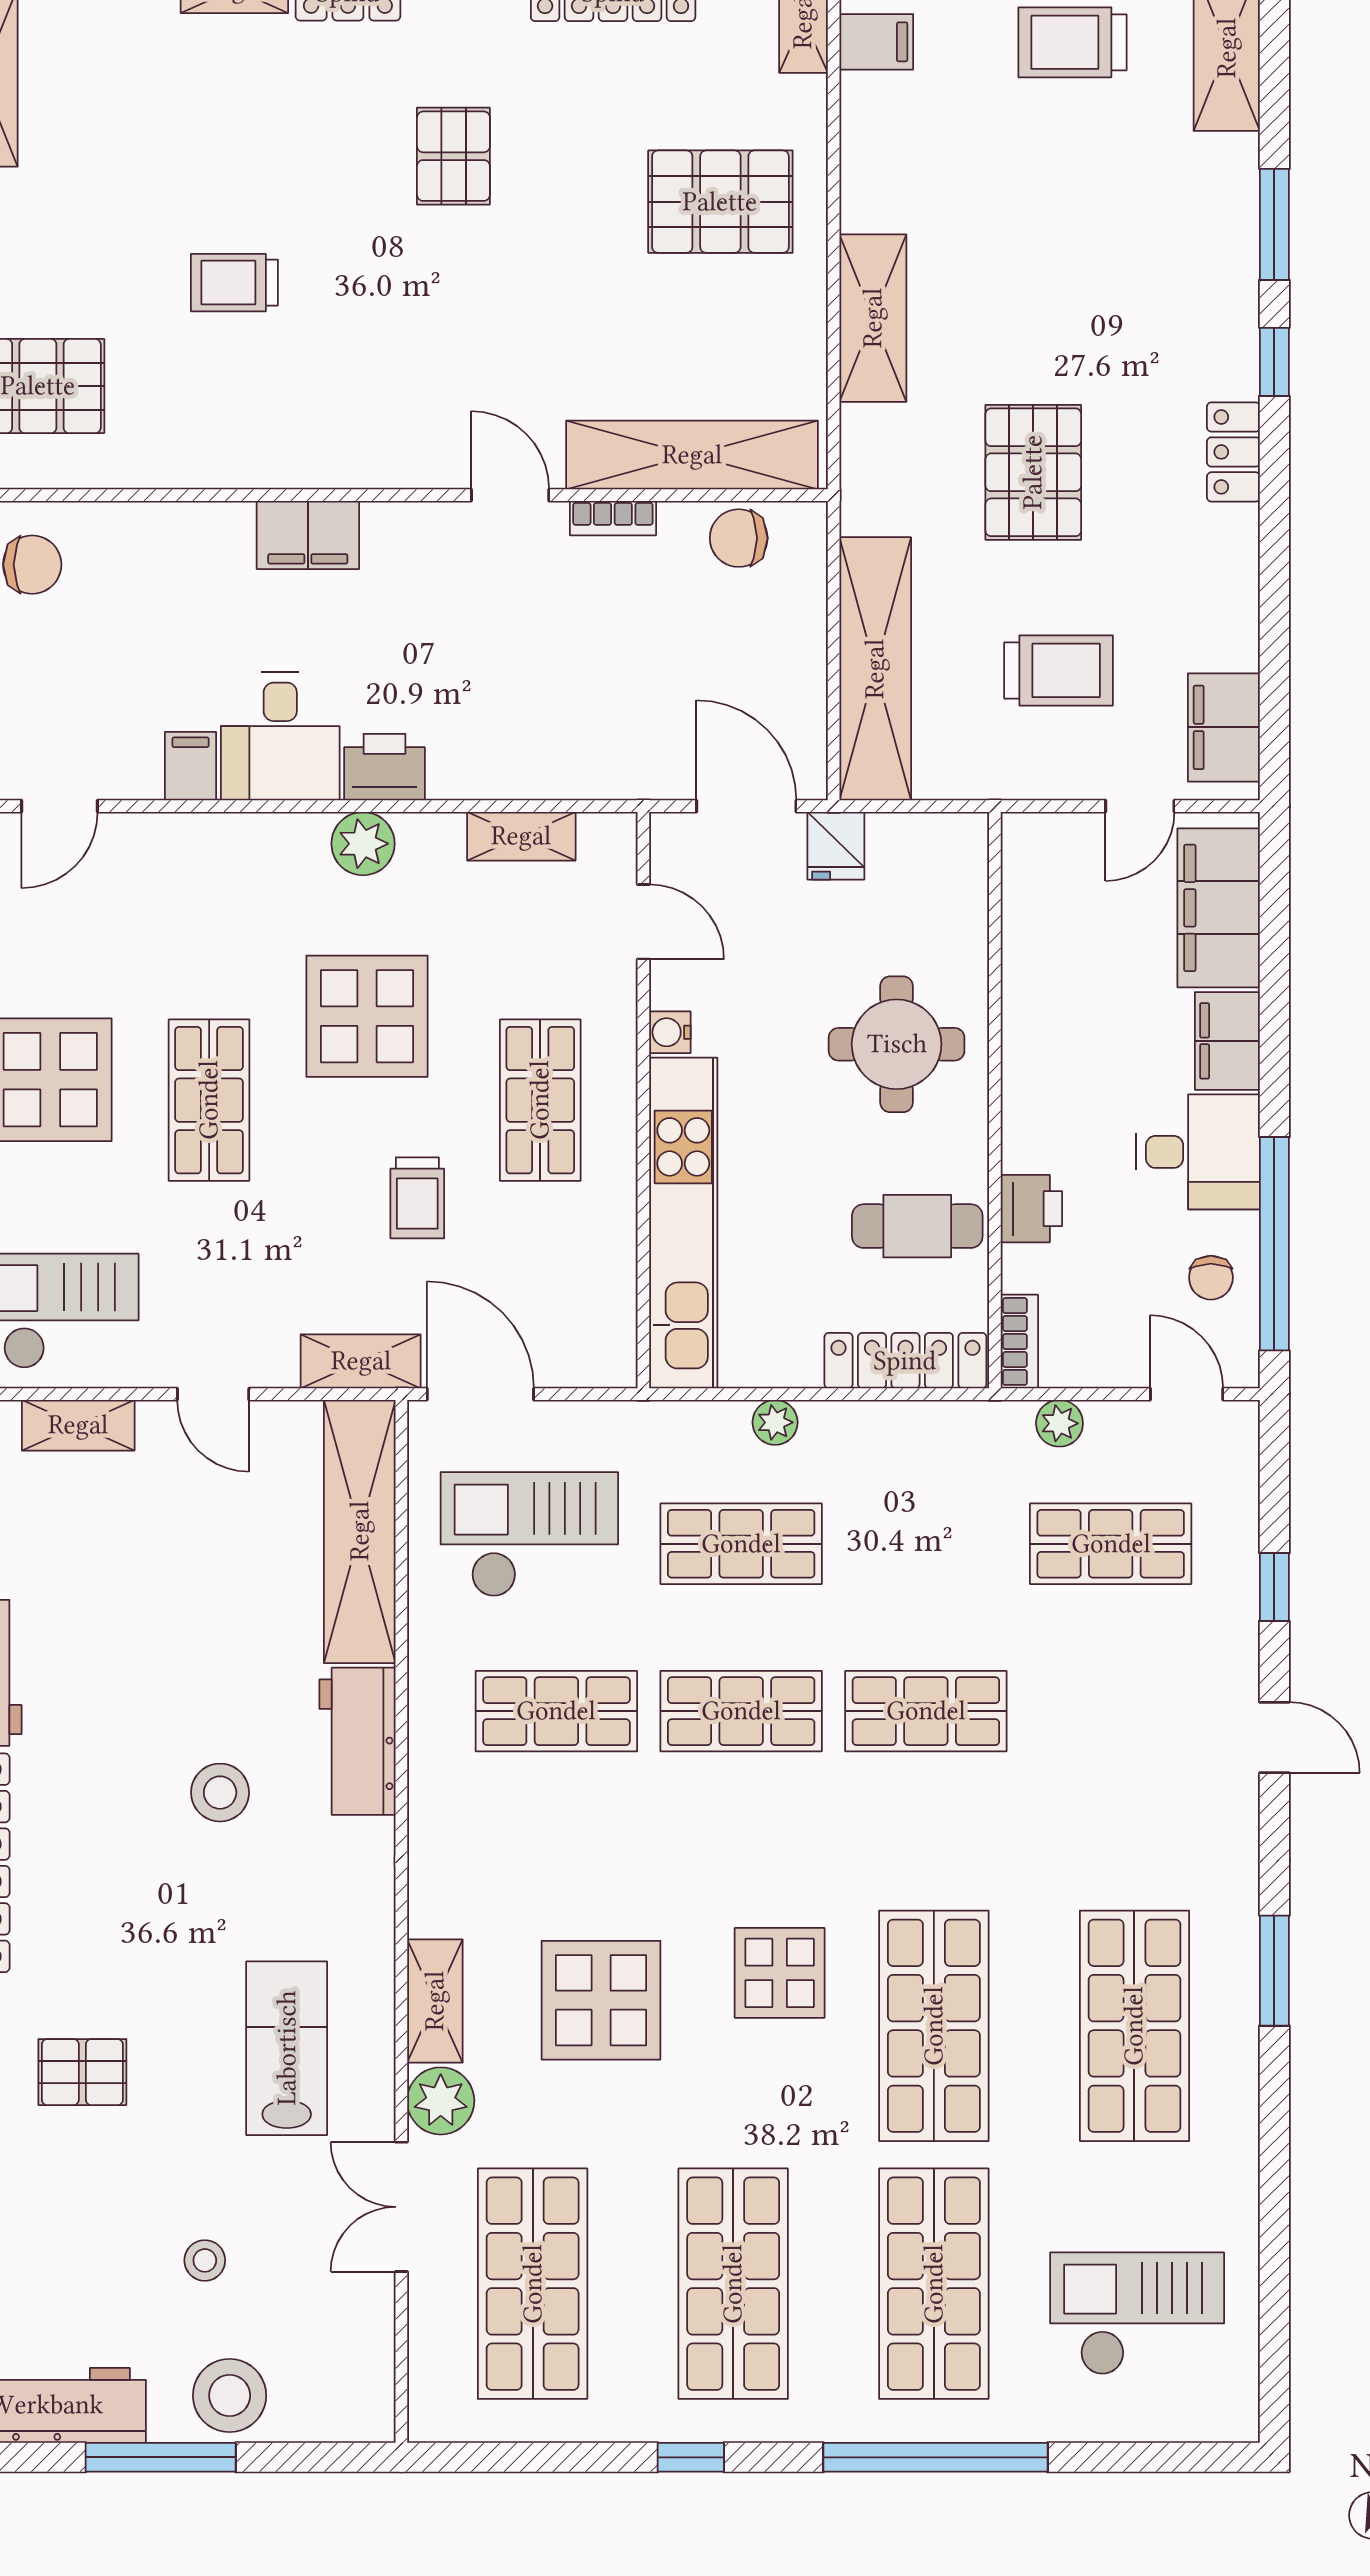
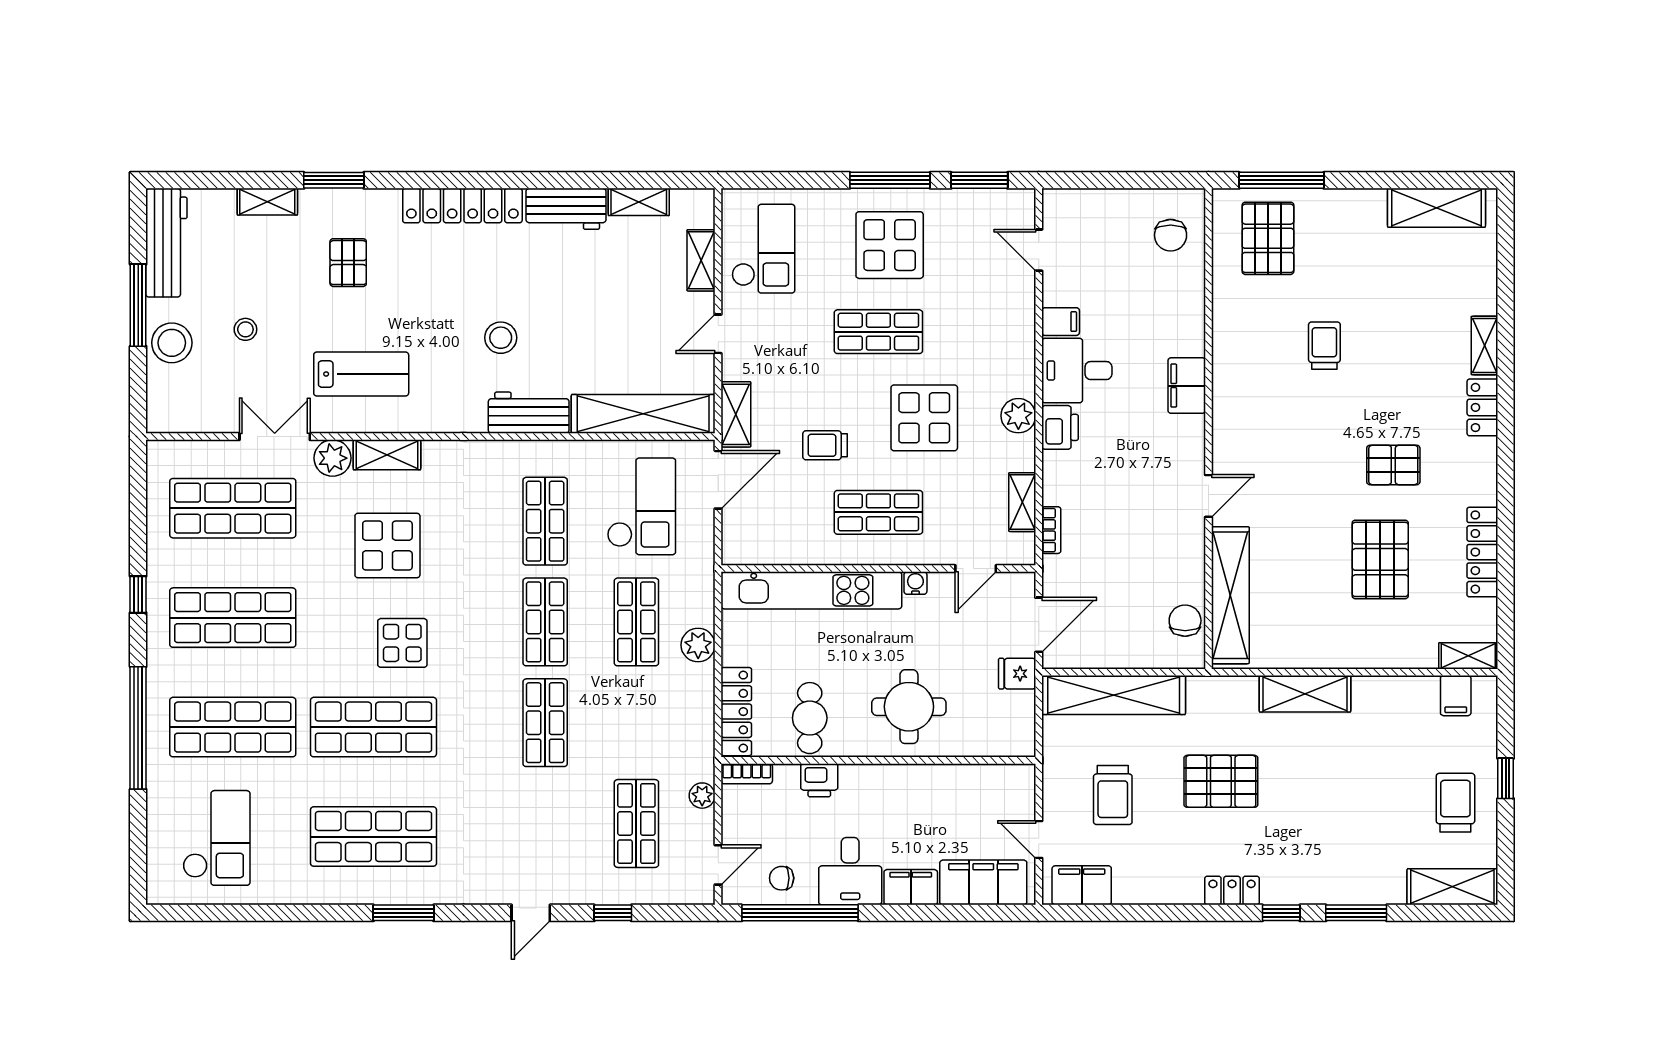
pallet: (720, 202) -> (1380, 559), moved
bookcase: (613, 518) -> (1051, 530), moved, turned 180
plant: (775, 1422) -> (698, 645), width x1.38, depth x1.38

